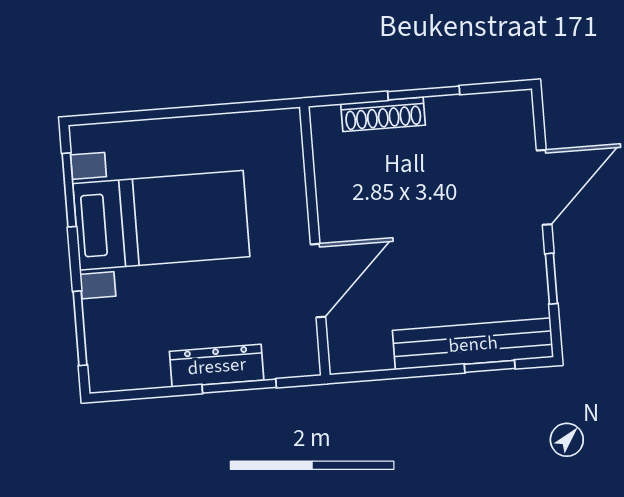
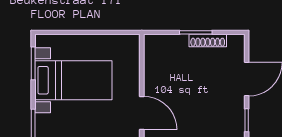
shoe rack: (383, 114) -> (208, 41), moved
door: (318, 281) -> (142, 113), hinge flipped

